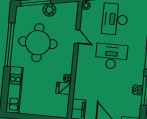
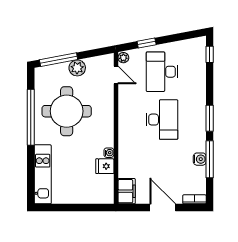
door: (77, 37) -> (116, 75), moved
desk: (111, 56) -> (162, 120), turned 90

